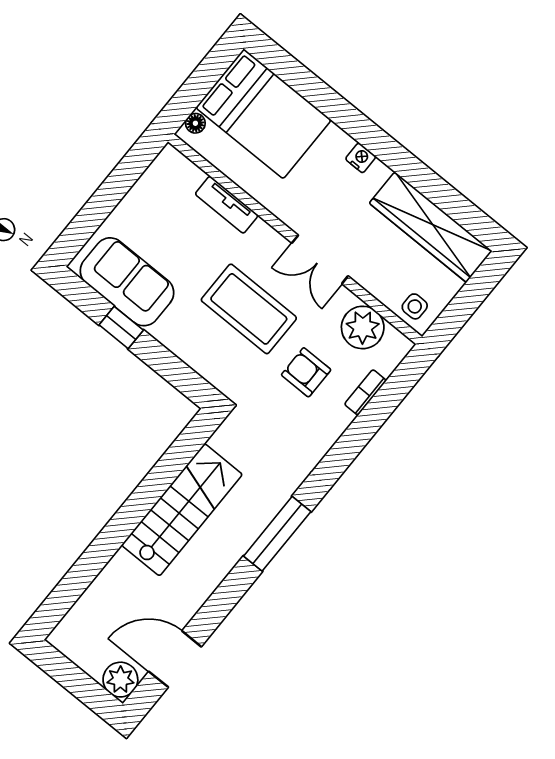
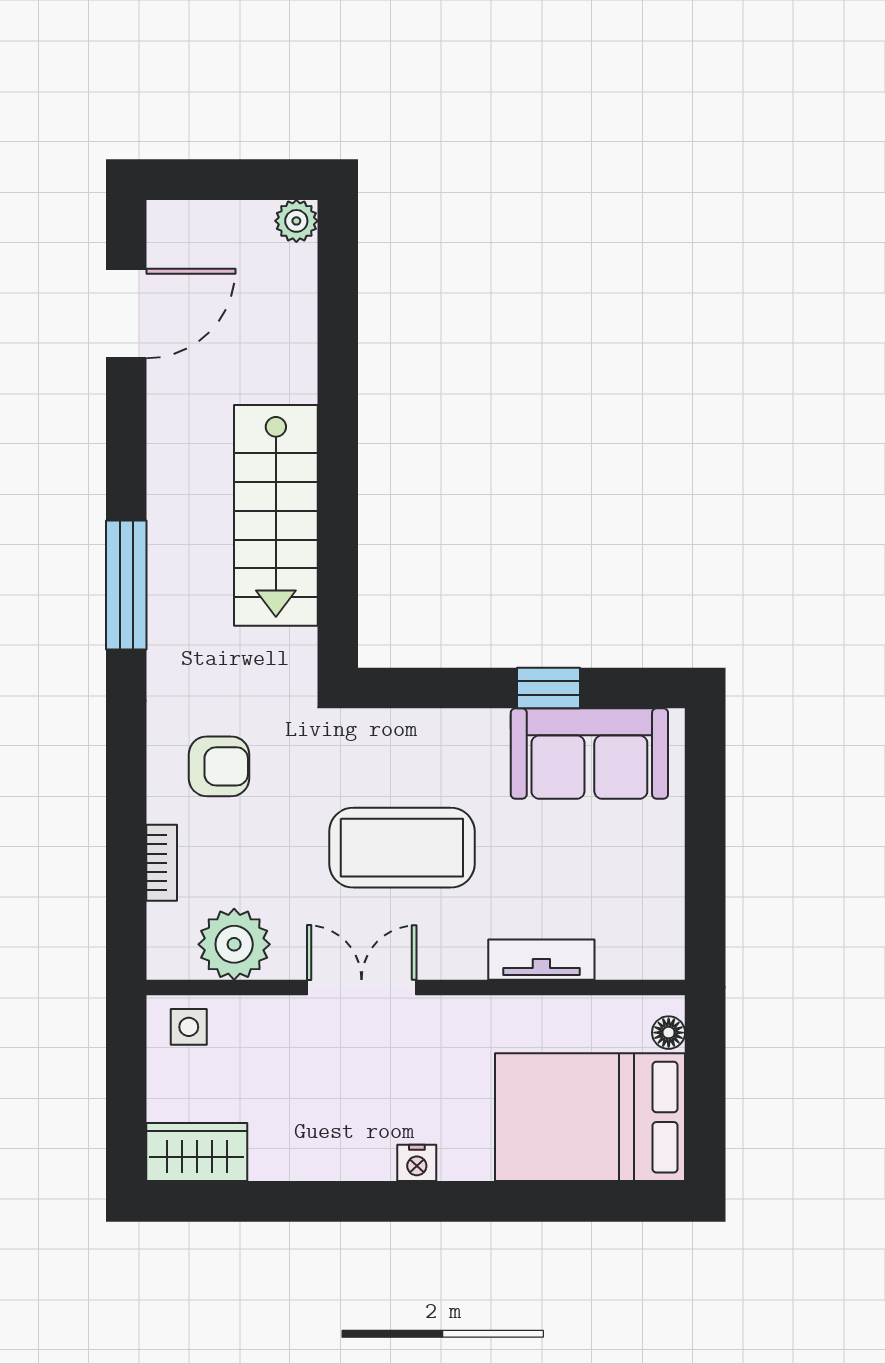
wardrobe: (431, 227) -> (197, 1152), width x0.48, depth x0.85
armchair: (306, 372) -> (219, 766), moved
plant: (120, 680) -> (296, 221), moved, width x0.73, depth x0.73

